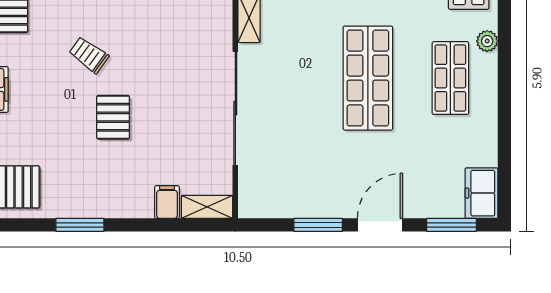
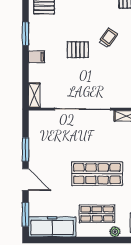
freezer: (481, 193) -> (52, 227), width x1.91, depth x1.26
filing cabinet: (167, 202) -> (37, 57), moved

